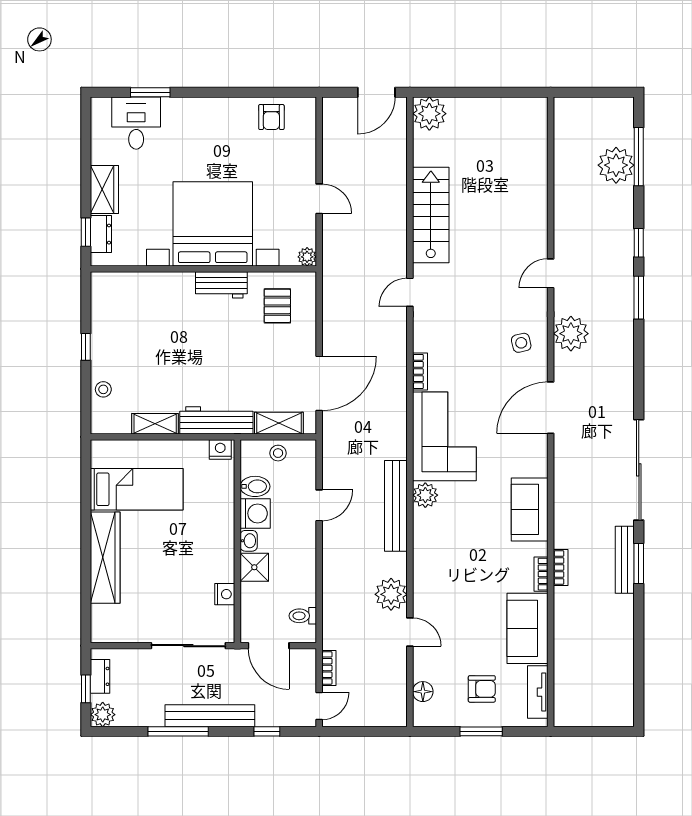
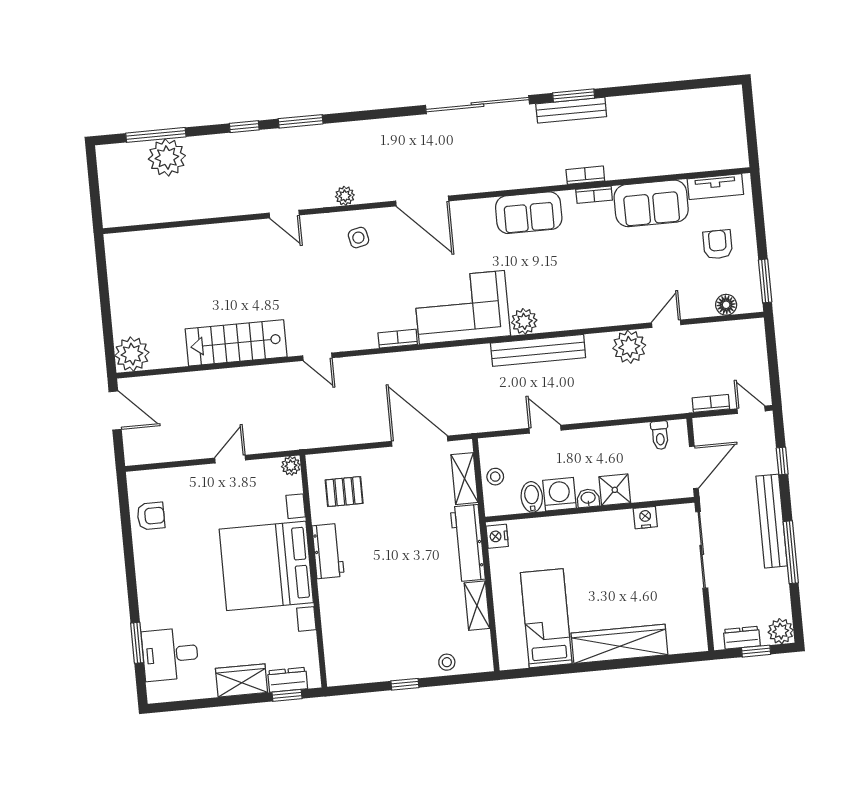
plant: (571, 334) -> (345, 196), width x0.53, depth x0.53
window: (481, 731) -> (765, 281), moved

